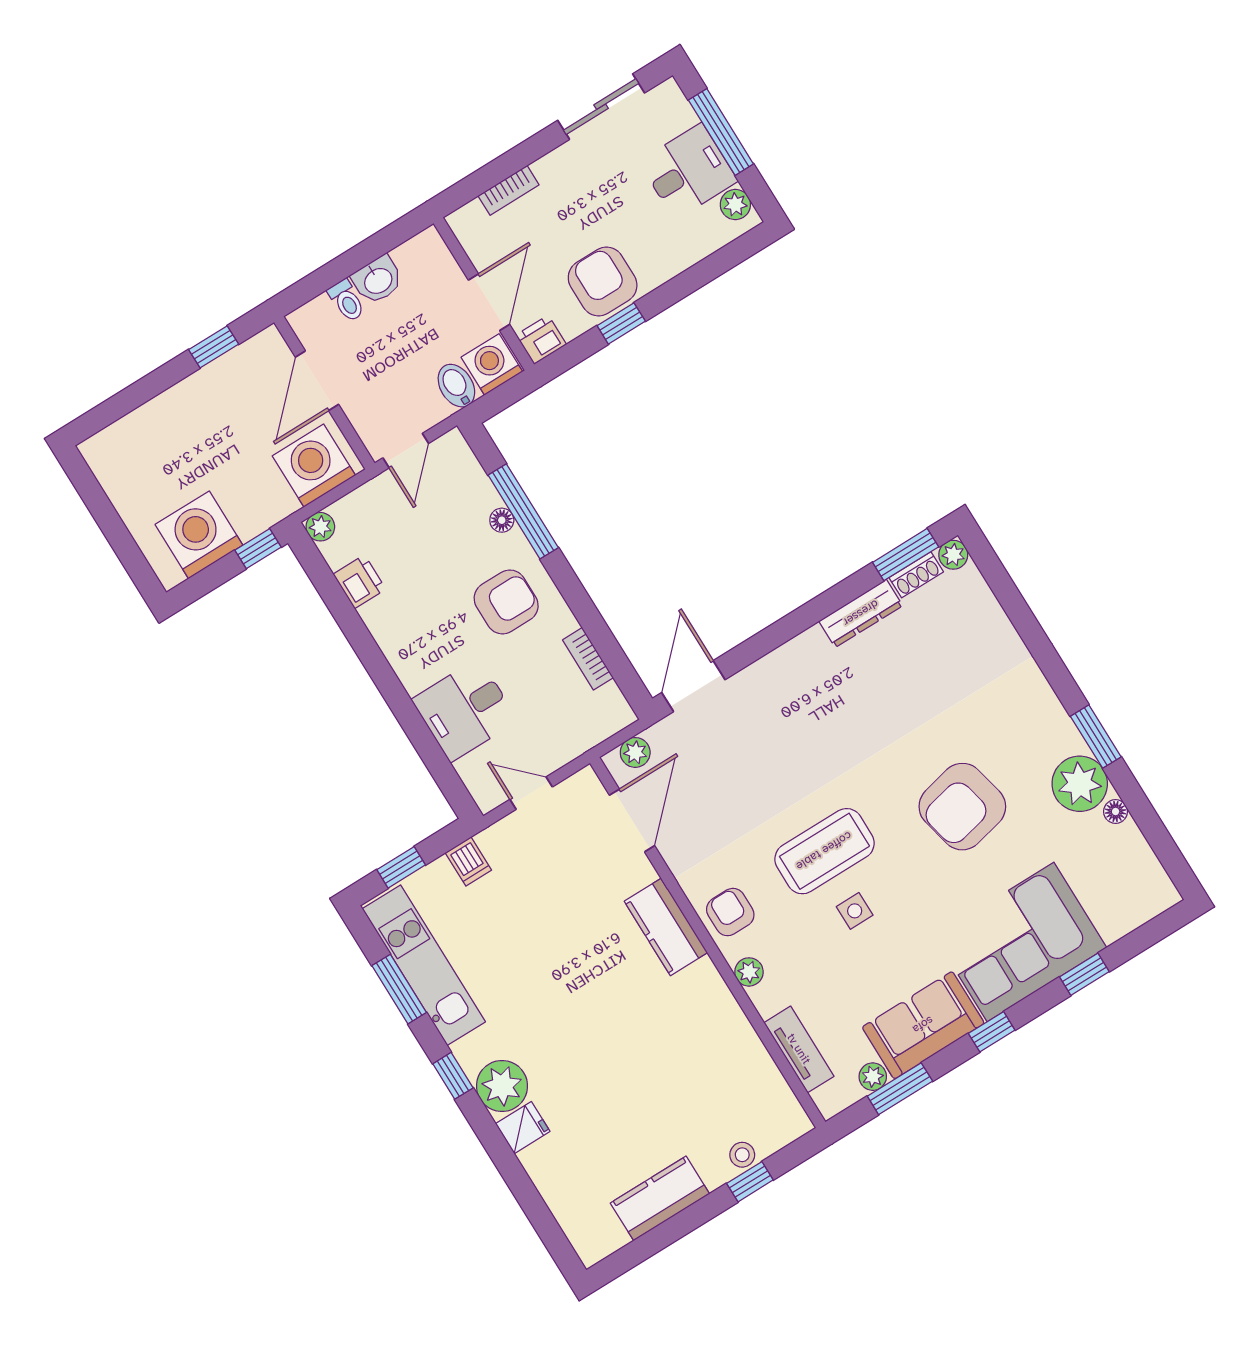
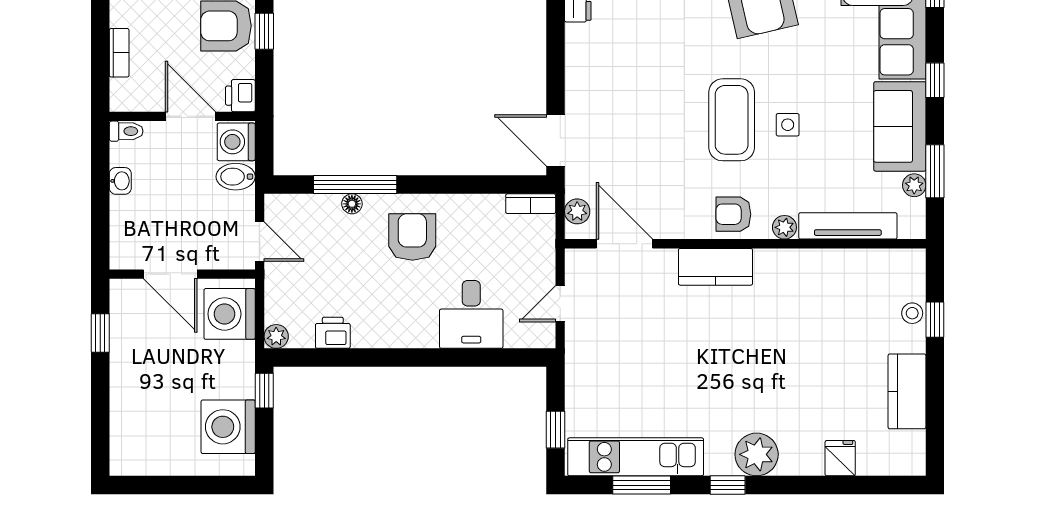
washbasin: (378, 280) -> (120, 181), width x0.72, depth x0.69
toilet: (347, 301) -> (126, 131), moved
bookcase: (588, 659) -> (531, 204), moved
dishwasher: (468, 861) -> (581, 379), removed
tv unit: (799, 1049) -> (848, 226), width x1.41
fridge: (523, 1128) -> (840, 458), moved

